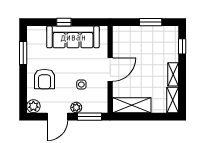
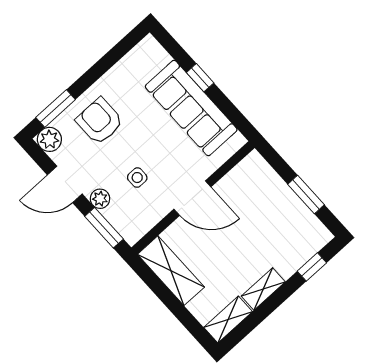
window: (23, 53) -> (56, 108), moved
armchair: (45, 79) -> (100, 121), turned 90

